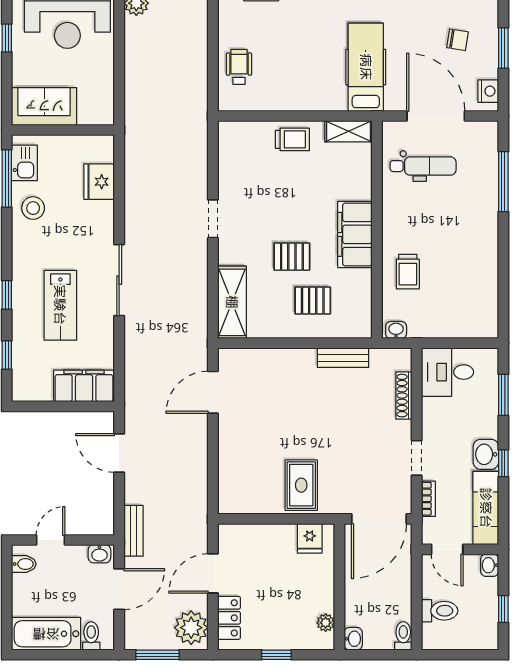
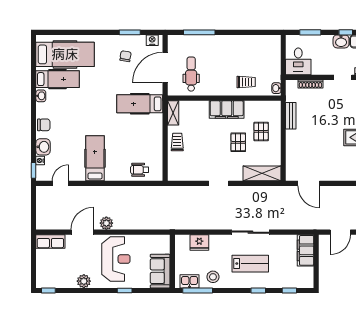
lab bench: (60, 305) -> (250, 264), moved

